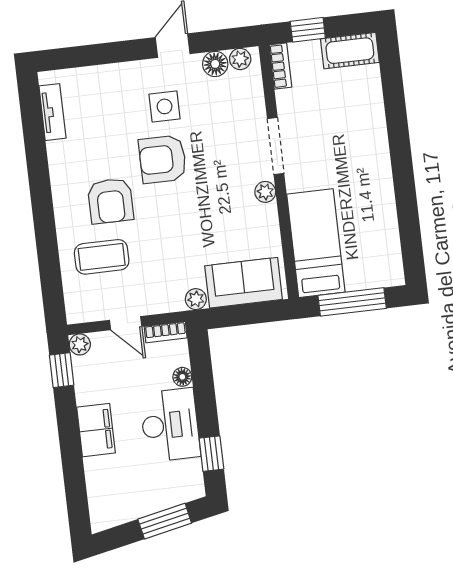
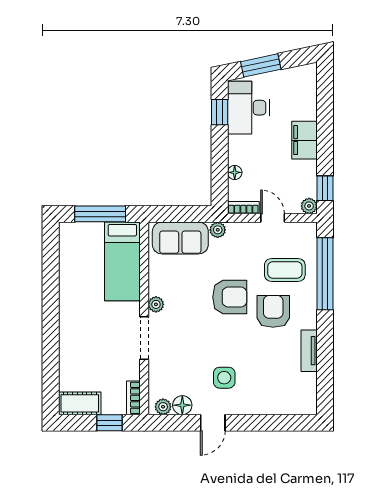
tv unit: (52, 112) -> (309, 351), moved
armchair: (163, 159) -> (230, 297), moved
window: (48, 258) -> (325, 274), added
desk: (170, 425) -> (248, 108), moved

